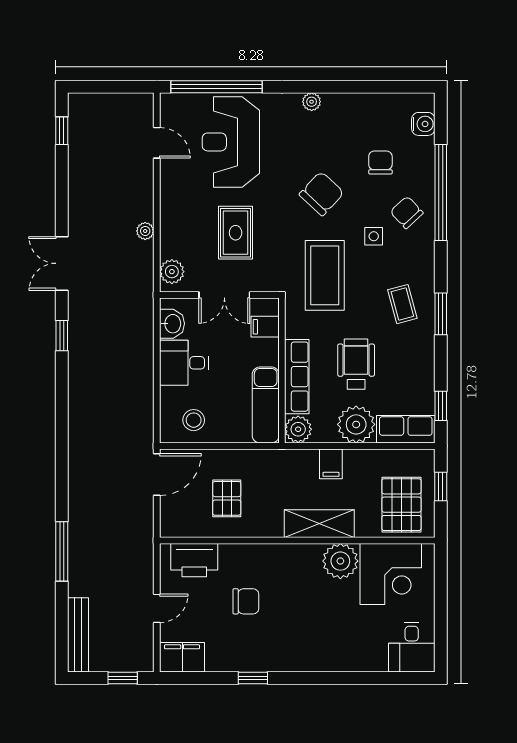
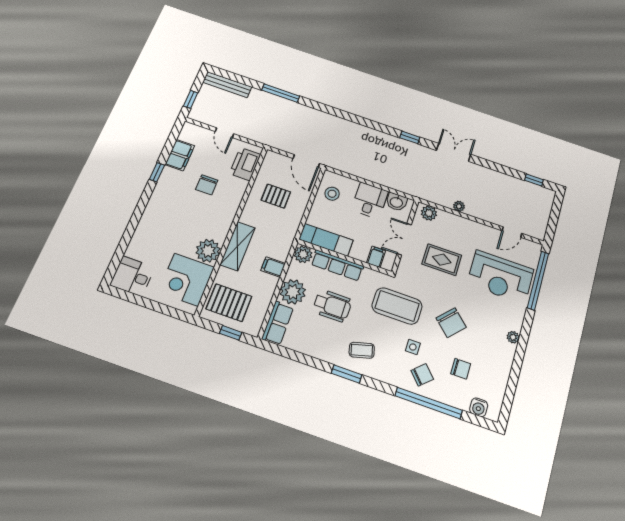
reception desk: (231, 142) -> (500, 277), turned 180
window: (441, 406) -> (285, 352), removed
filing cabinet: (182, 657) -> (180, 155), moved

